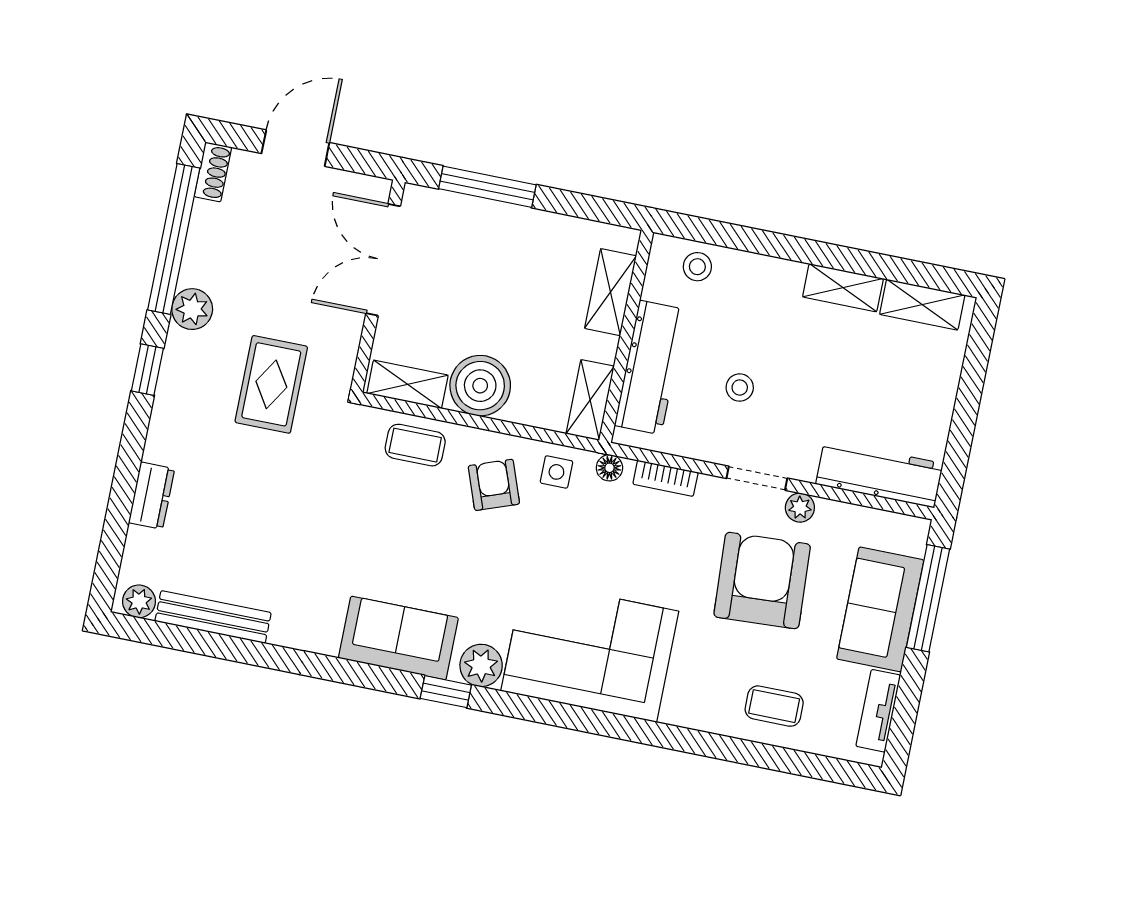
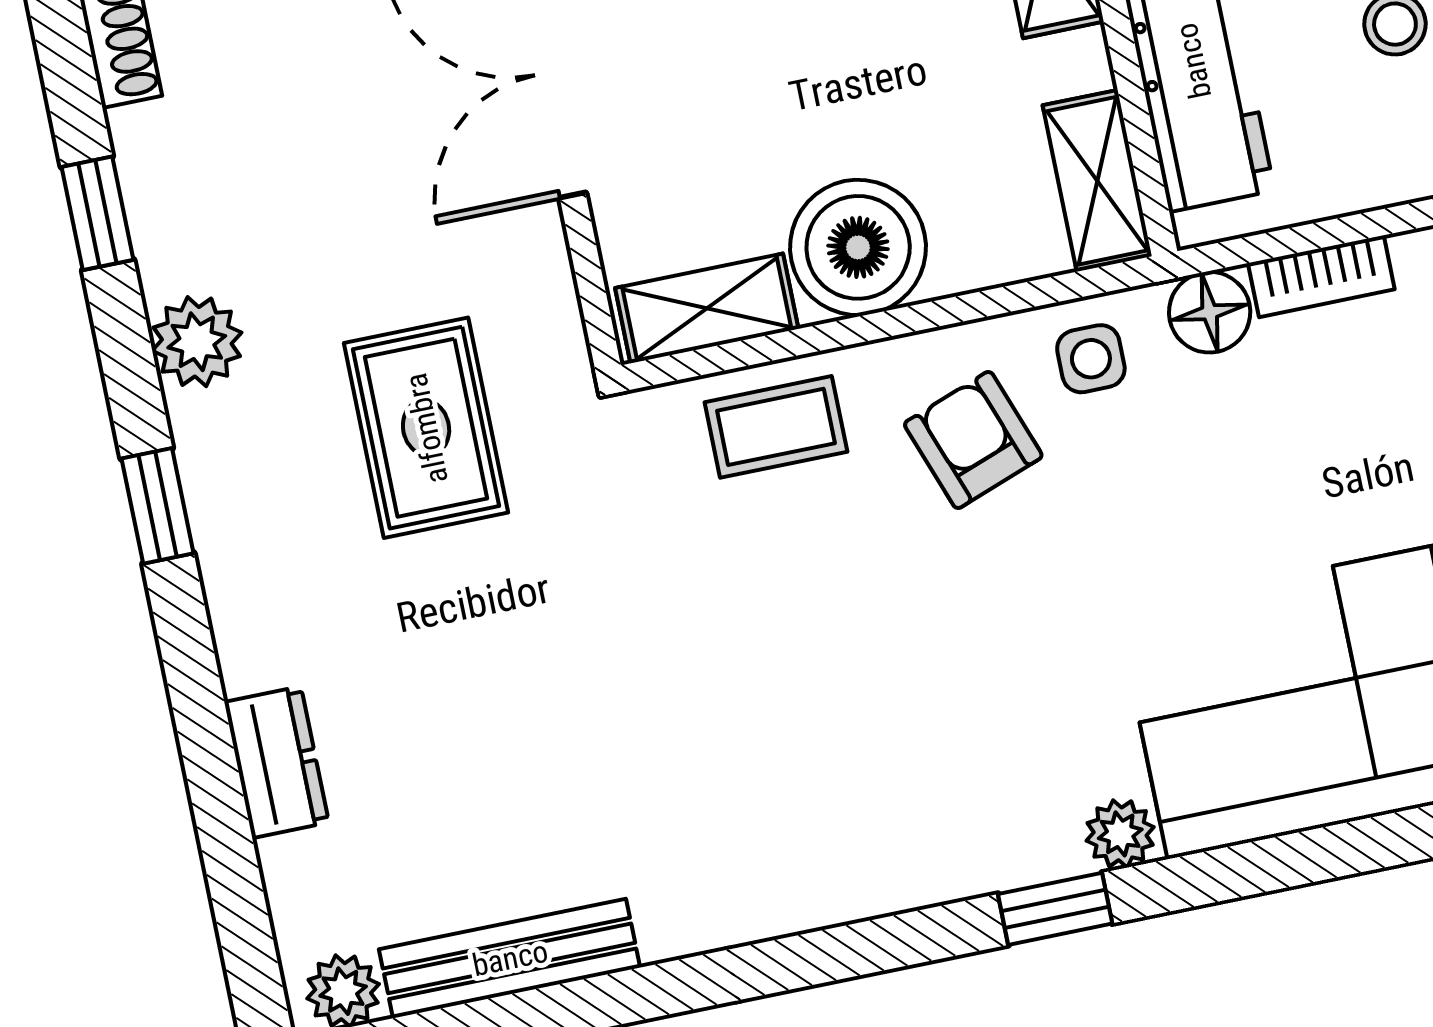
window: (174, 239) -> (97, 213), width x0.32
floor lamp: (609, 468) -> (1210, 312), width x1.37, depth x1.37
sofa: (398, 638) -> (910, 839), removed
plant: (481, 665) -> (1120, 834), width x0.73, depth x0.73

